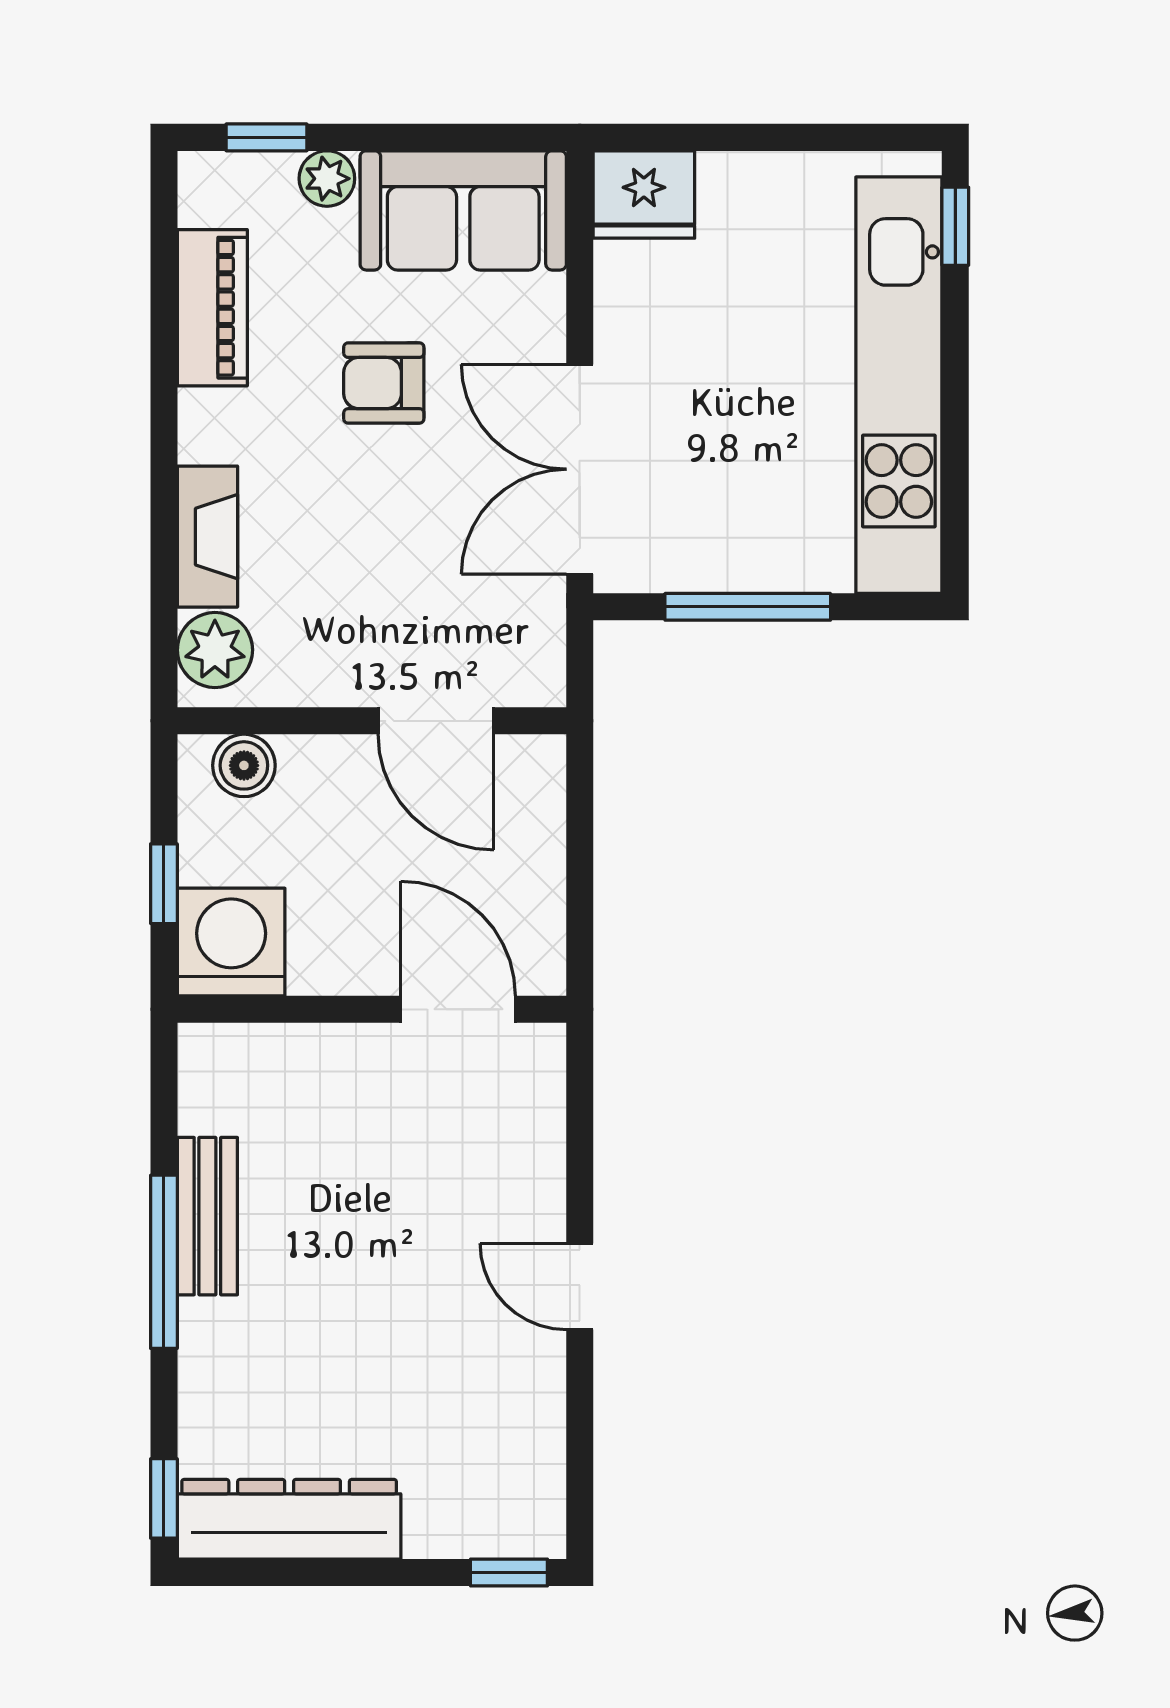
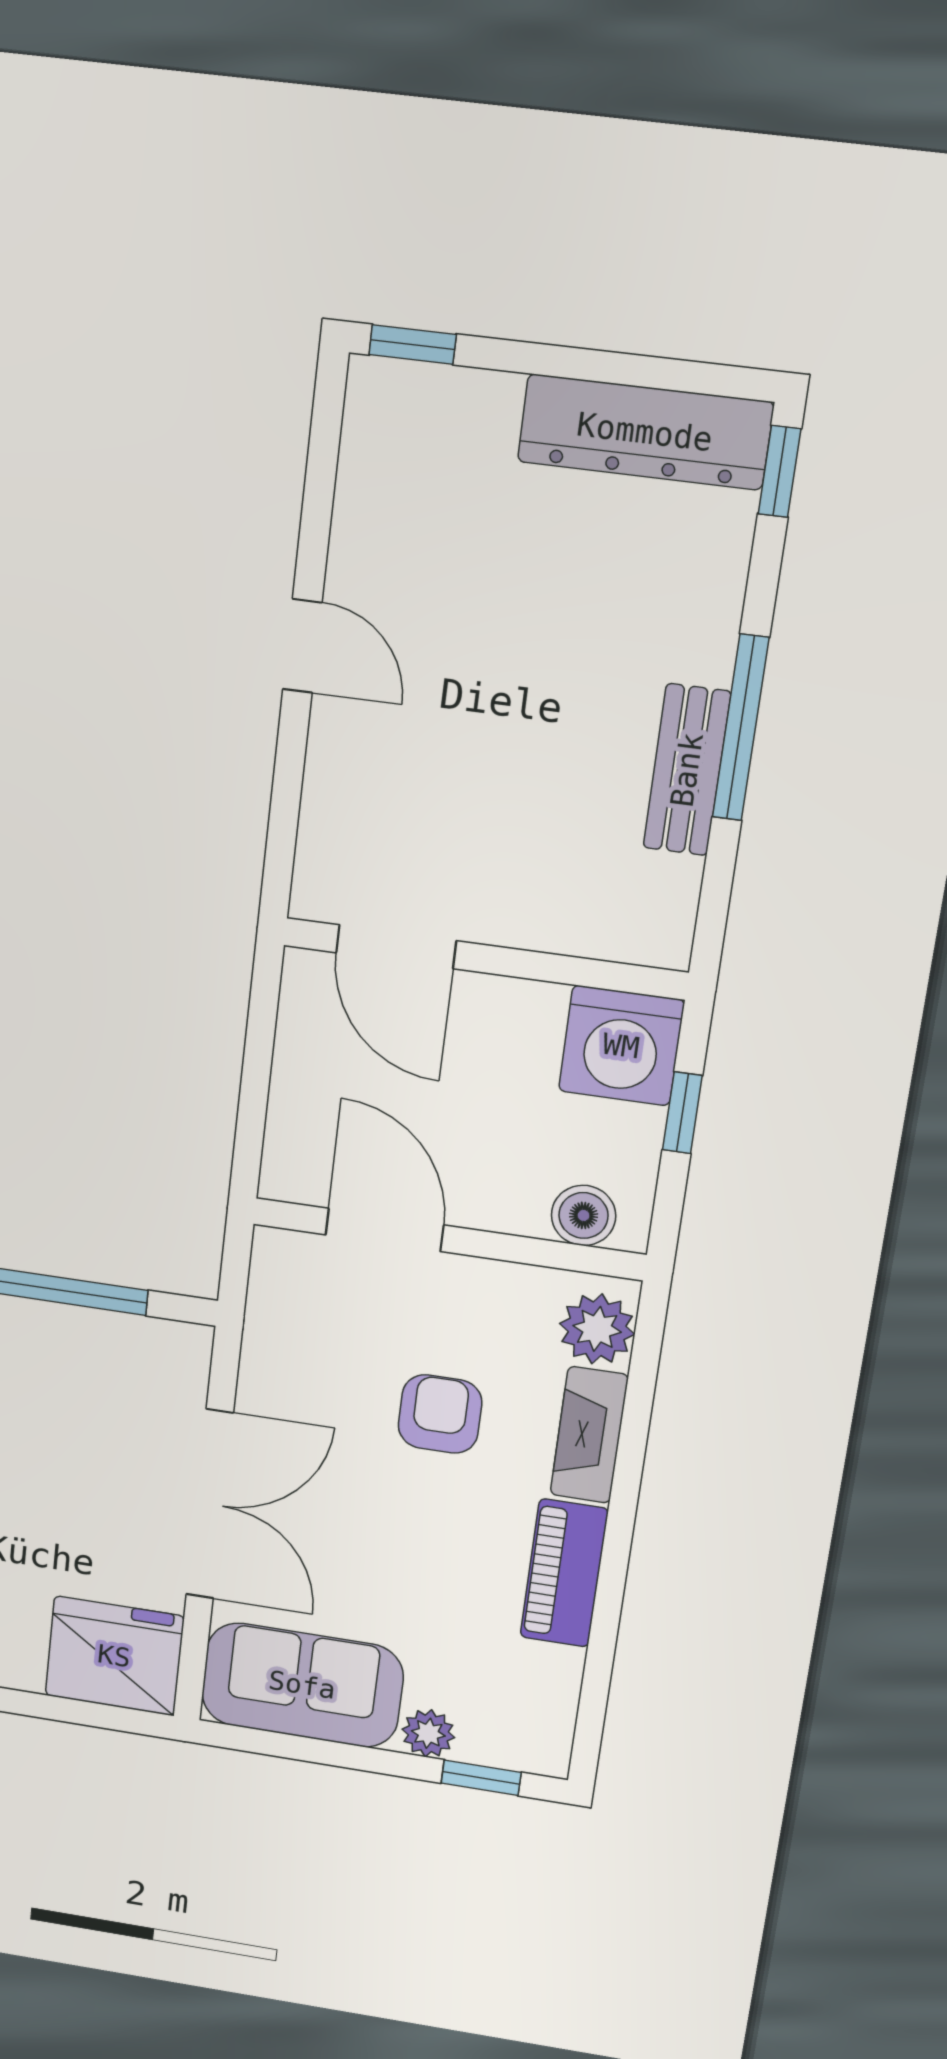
fridge: (644, 194) -> (114, 1656), width x1.36, depth x1.34
piano: (212, 308) -> (564, 1573), moved
armchair: (384, 383) -> (440, 1414), moved, turned -90
double door: (580, 469) -> (210, 1504), moved

